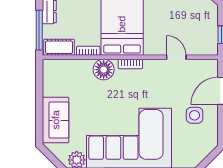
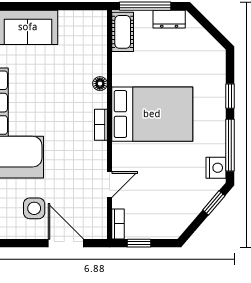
bookcase: (88, 51) -> (118, 224), moved
floor lamp: (104, 70) -> (100, 84), width x0.53, depth x0.53

